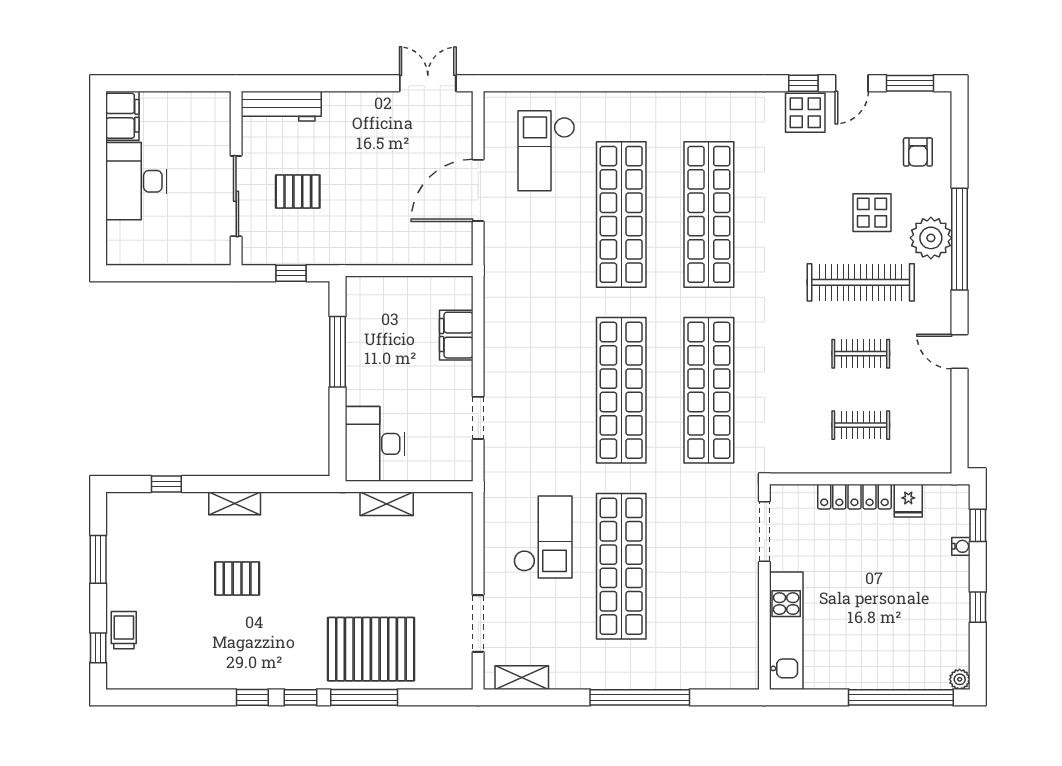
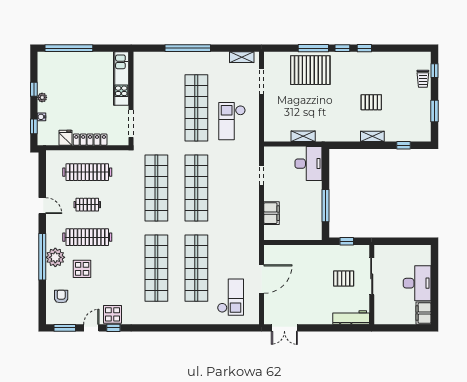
clothes rail: (861, 425) -> (87, 172), width x1.86, depth x1.31
plant: (960, 679) -> (42, 97), moved

